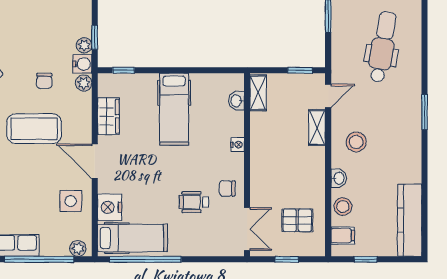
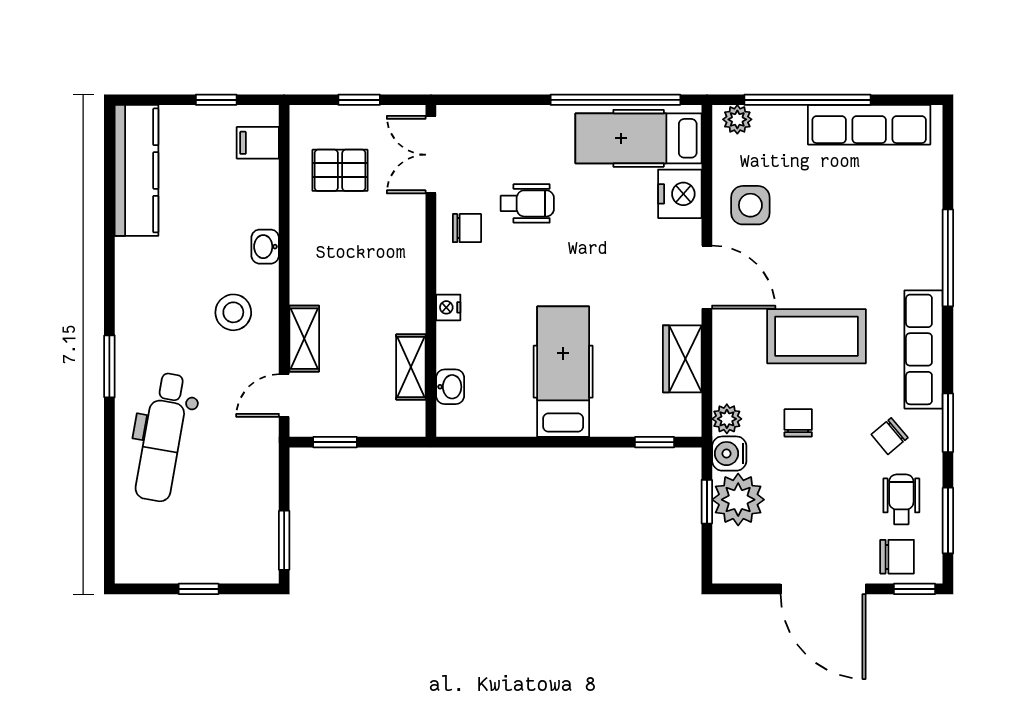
plant: (84, 45) -> (738, 500), width x1.88, depth x1.88
dental chair: (383, 47) -> (162, 437), moved
shelving: (258, 93) -> (411, 367), moved
stool: (343, 207) -> (257, 195), removed

